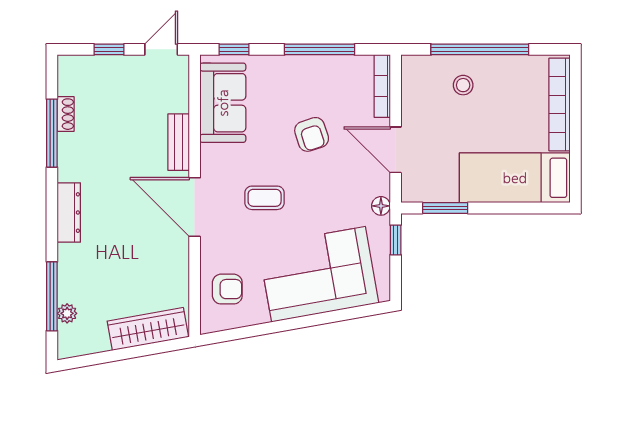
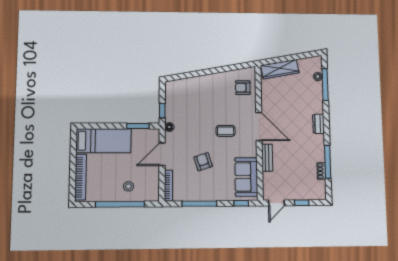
door: (396, 150) -> (162, 154), swing flipped
dresser: (69, 213) -> (318, 124), width x0.70
corner sofa: (318, 274) -> (199, 94), removed

